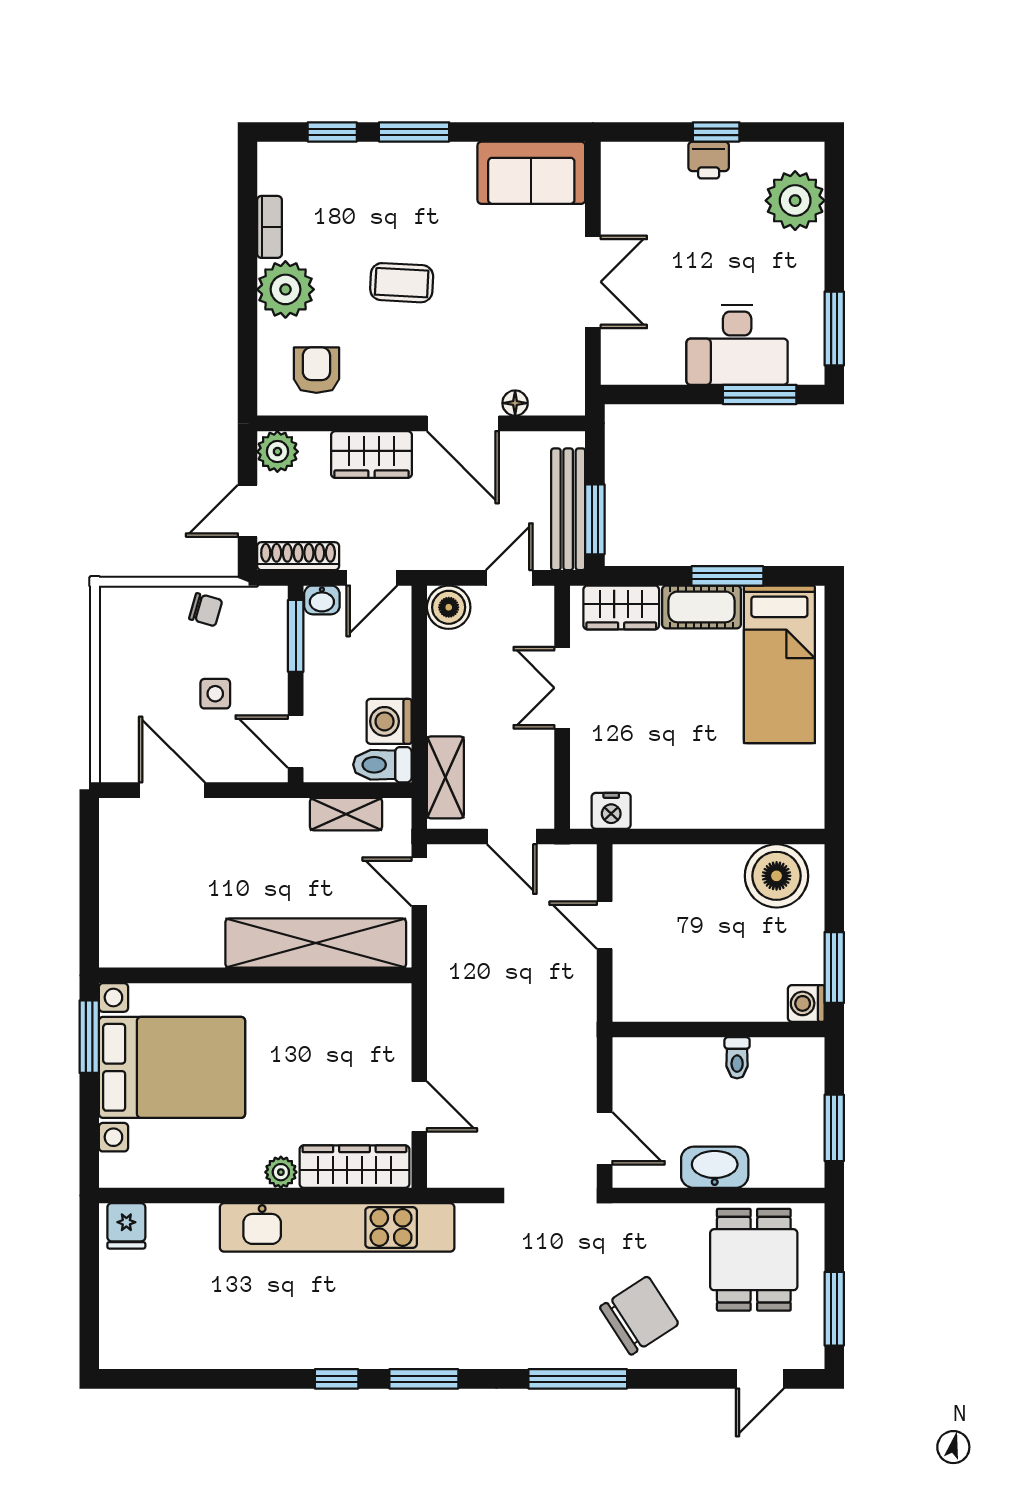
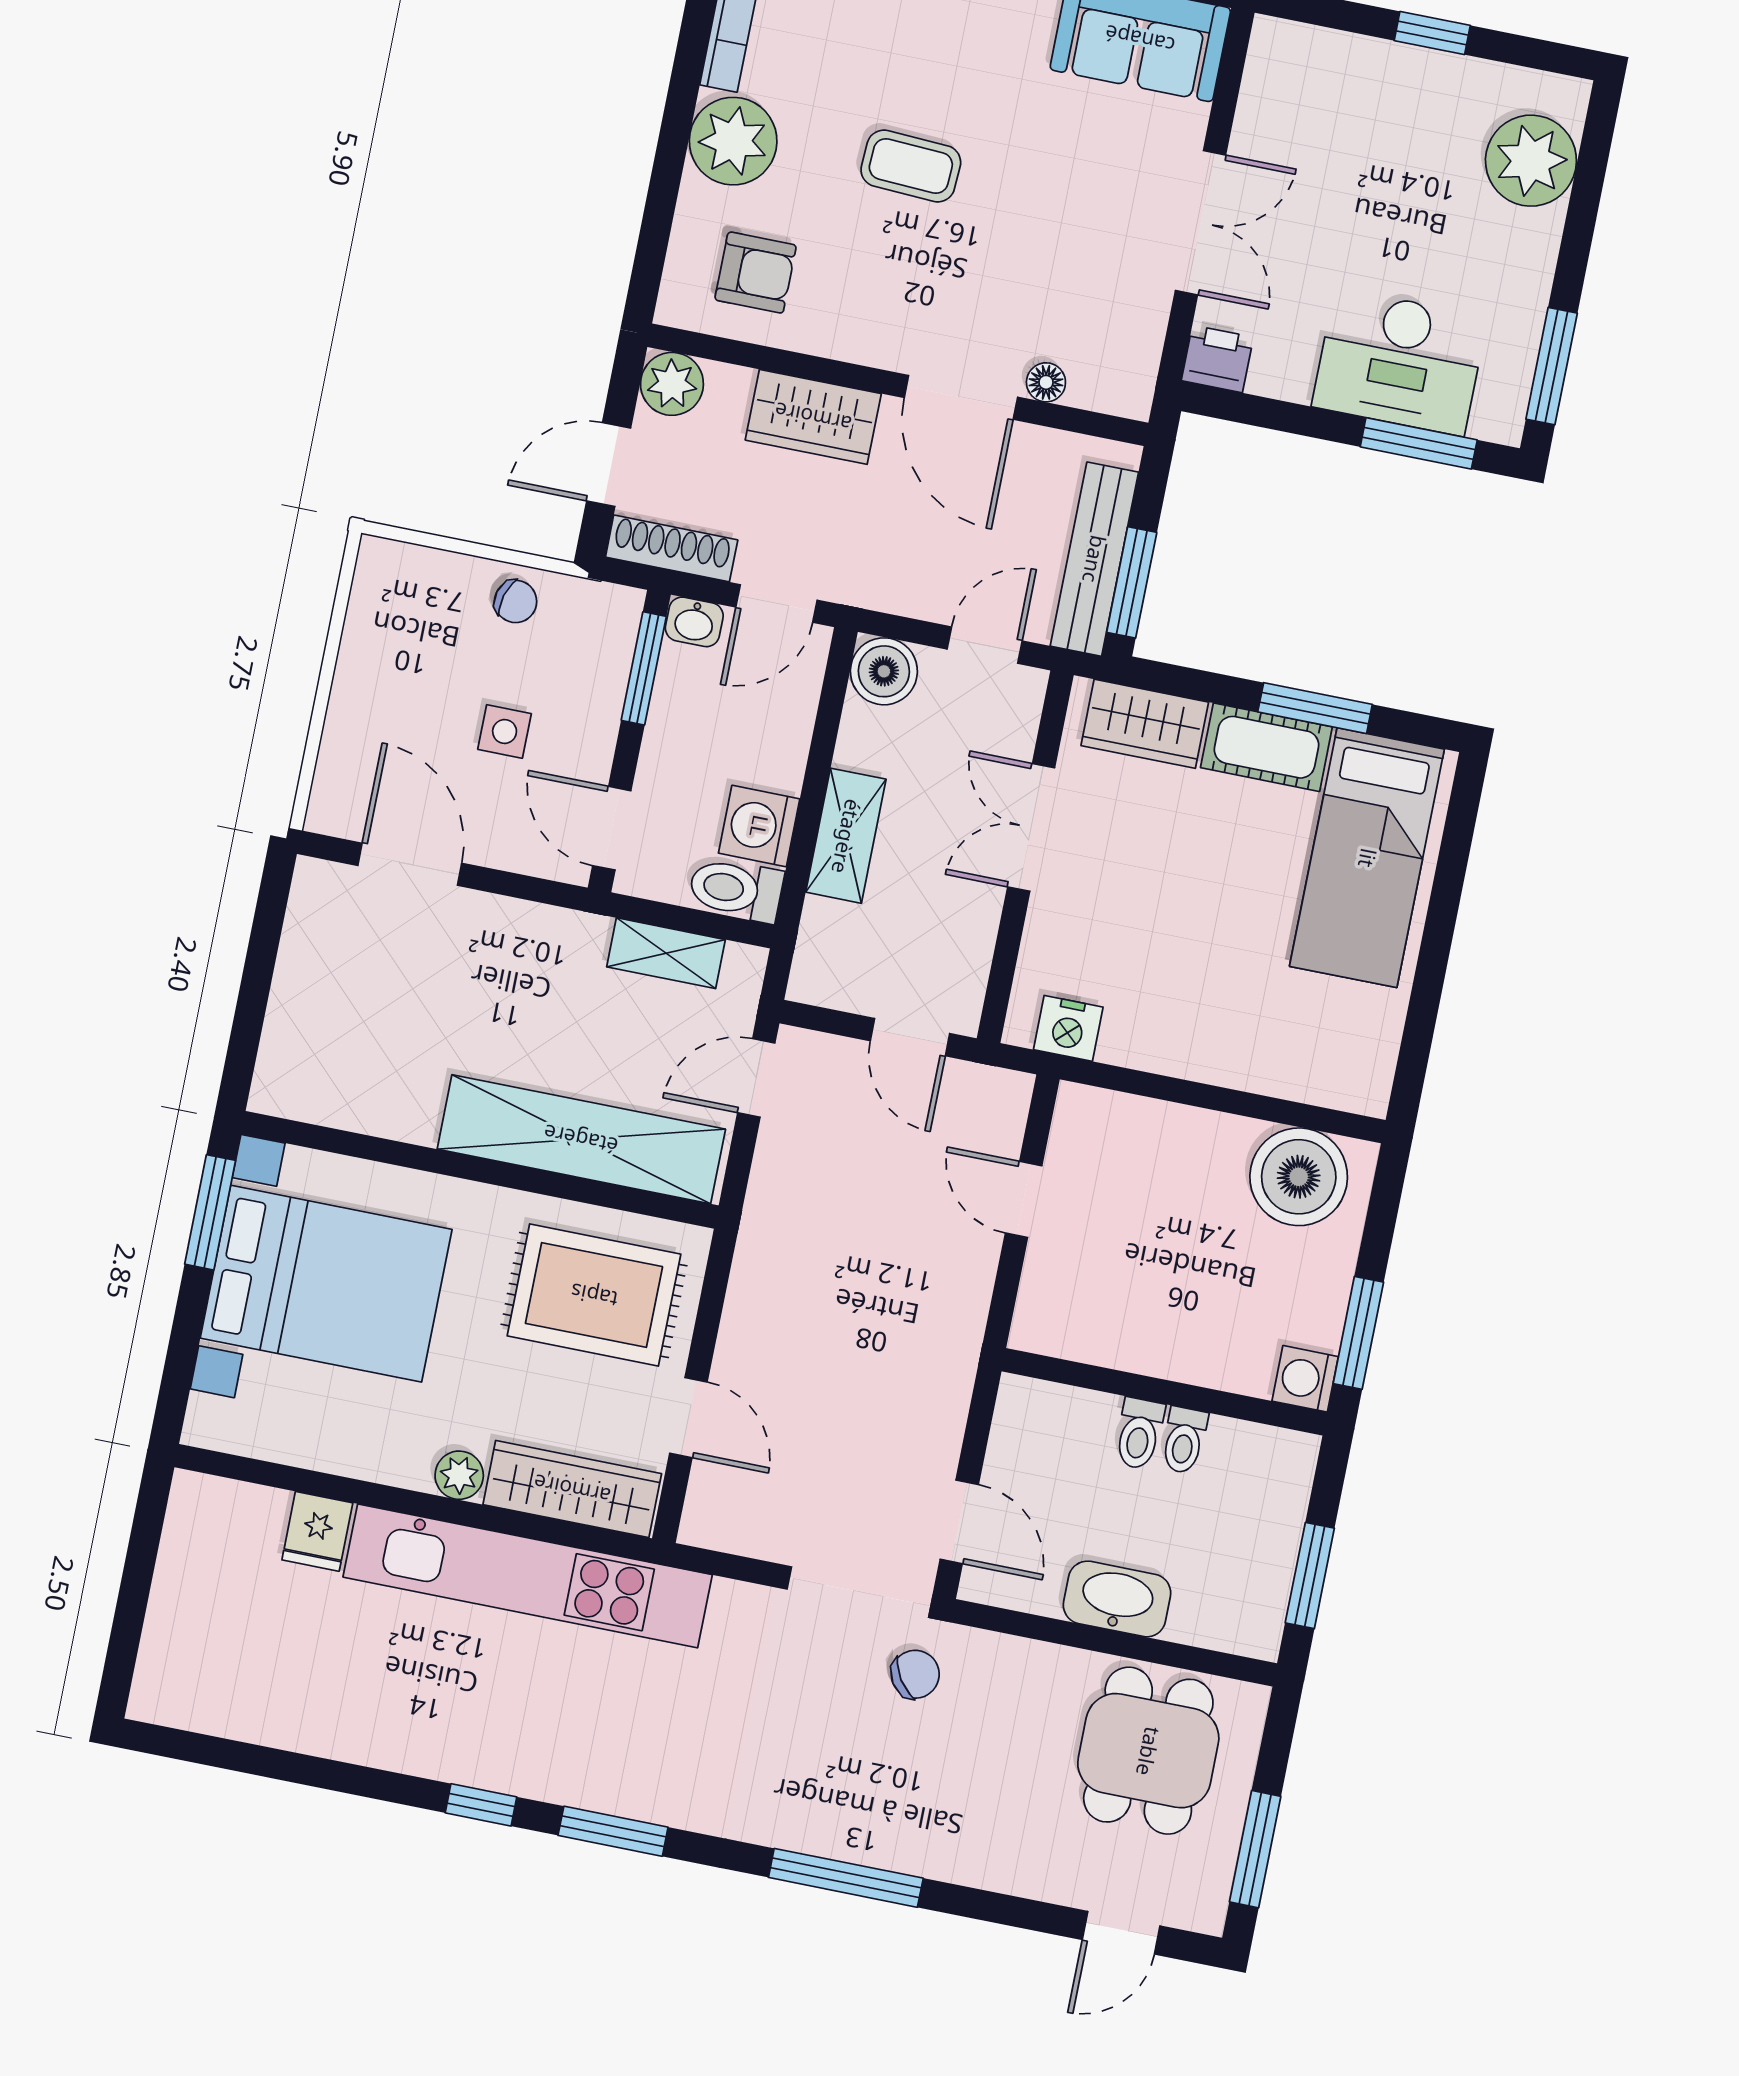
printer: (709, 160) -> (1217, 359), moved, turned 180
armchair: (316, 370) -> (756, 273), turned 90
shelving: (445, 777) -> (846, 836), moved
door: (419, 882) -> (756, 1078), hinge flipped
rug: (344, 1040) -> (594, 1295), added
toilet: (708, 1059) -> (1139, 1434), added
fridge: (126, 1226) -> (317, 1531), moved
chair: (639, 1315) -> (915, 1674), moved, width x0.54, depth x0.54

